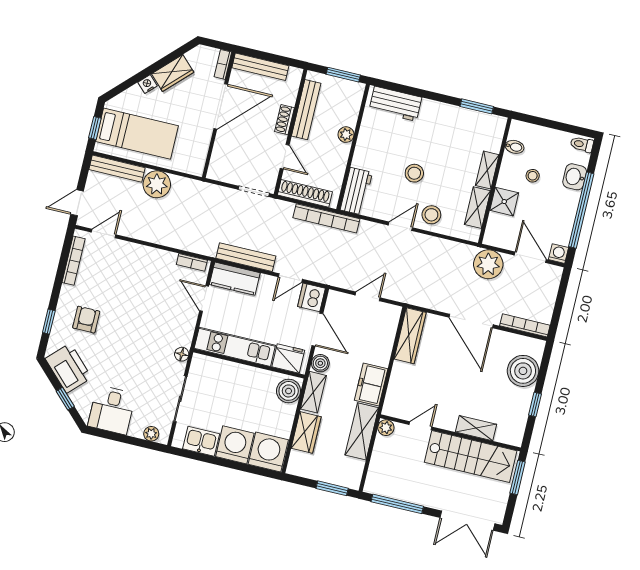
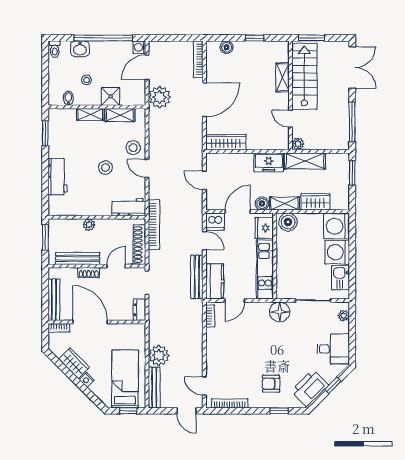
workbench: (395, 104) -> (58, 177), moved
dresser: (221, 174) -> (140, 310), added
floor lamp: (182, 354) -> (280, 312), width x1.89, depth x1.89
boiler: (523, 371) -> (227, 47), width x0.54, depth x0.54

